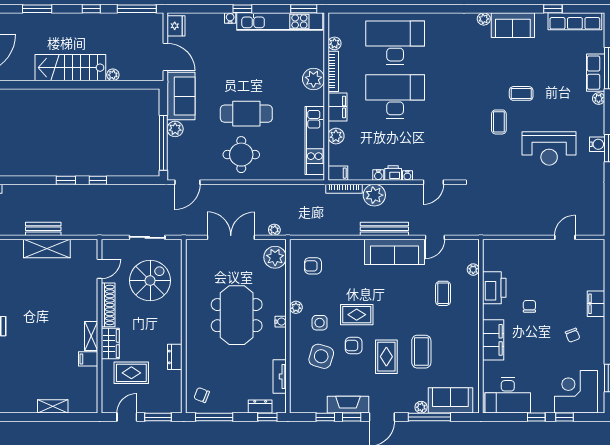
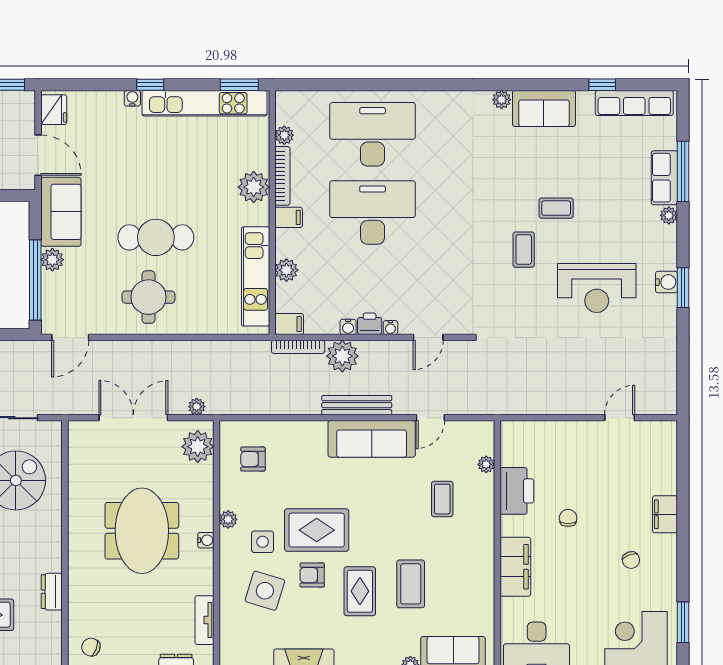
filing cabinet: (337, 107) -> (289, 217), width x0.50
rug: (357, 315) -> (317, 530), width x1.36, depth x1.43

